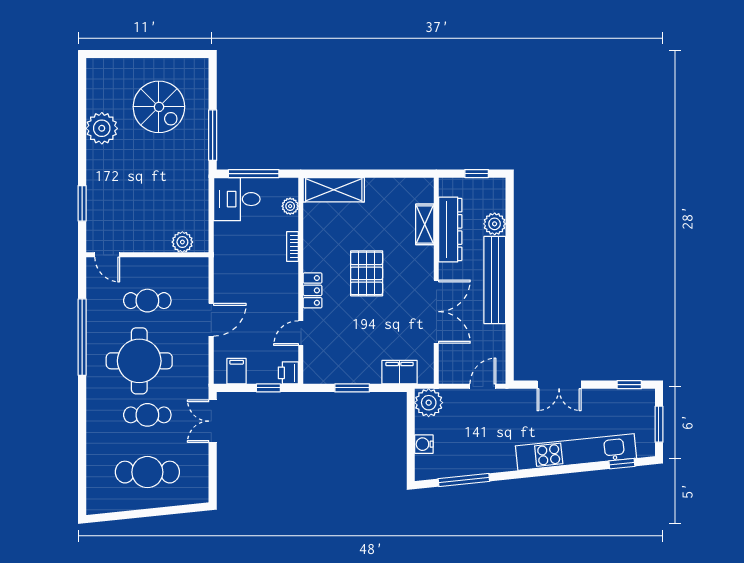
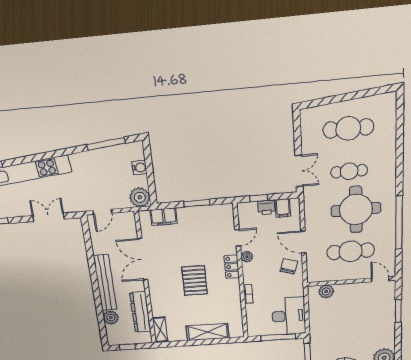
shelving: (334, 190) -> (208, 332), moved
desk: (237, 199) -> (289, 316), width x1.37
plant: (290, 206) -> (247, 257), moved
shelving: (425, 224) -> (160, 329), moved
chair: (233, 285) -> (289, 266), added
cafe table: (147, 301) -> (351, 251), width x1.37, depth x1.35
door: (211, 320) -> (303, 242), hinge flipped
printer: (288, 373) -> (266, 207), moved, turned 90

